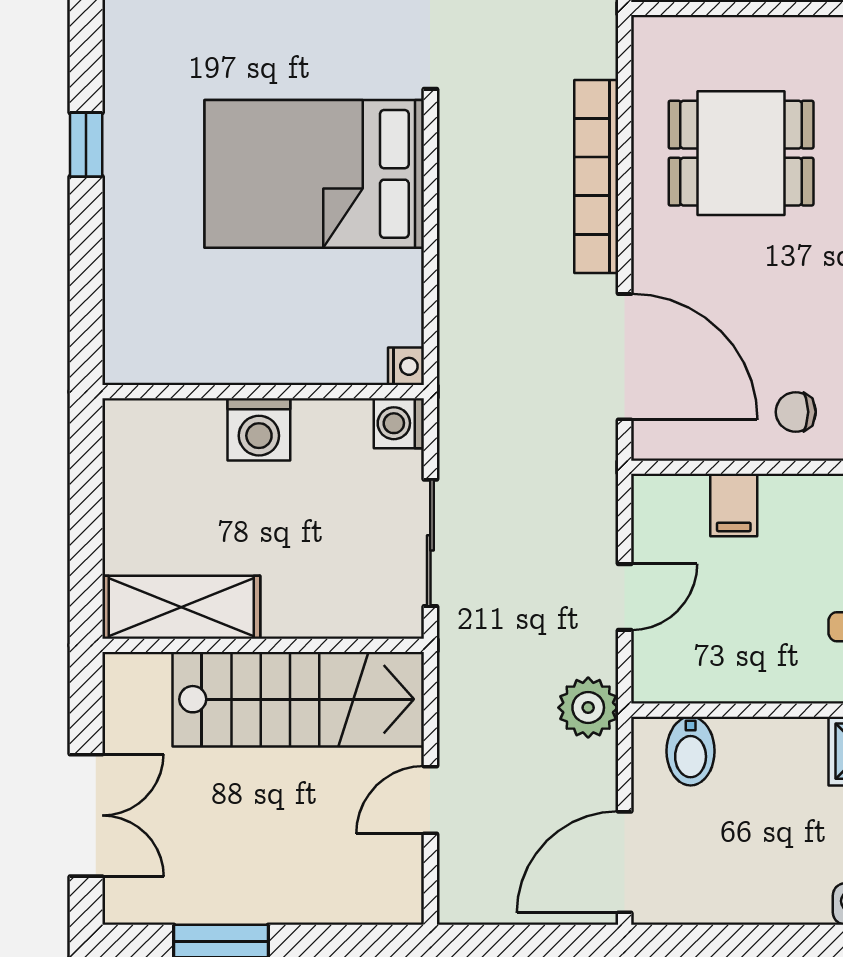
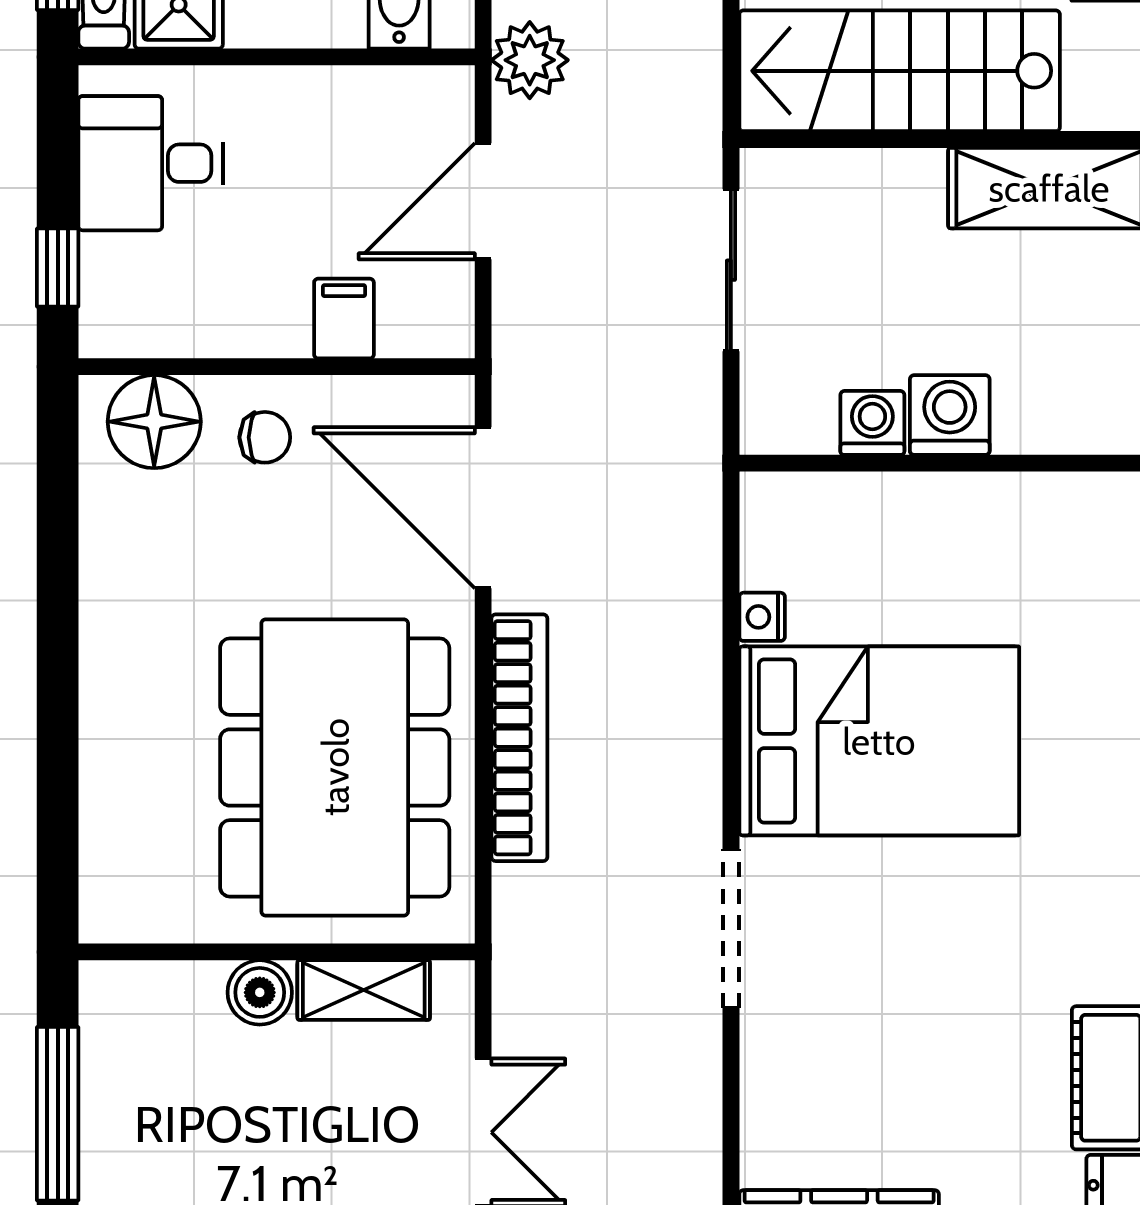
dining table: (741, 153) -> (335, 767), width x1.88, depth x1.24
nightstand: (406, 366) -> (762, 617), moved
washing machine: (399, 423) -> (872, 423), moved, turned -90
door: (625, 597) -> (483, 201), width x1.37

